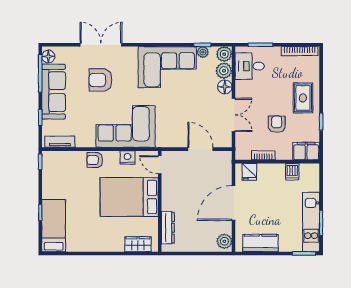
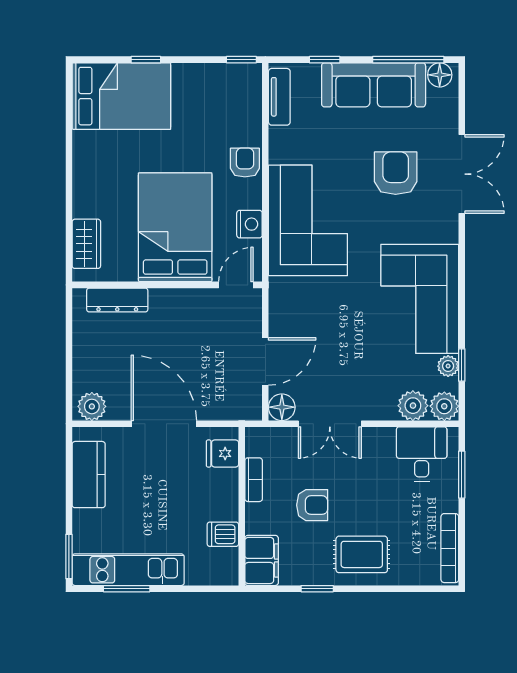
floor lamp: (225, 87) -> (282, 407), moved
bed: (54, 226) -> (121, 96), width x1.50

